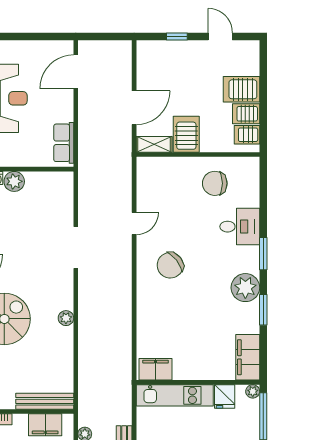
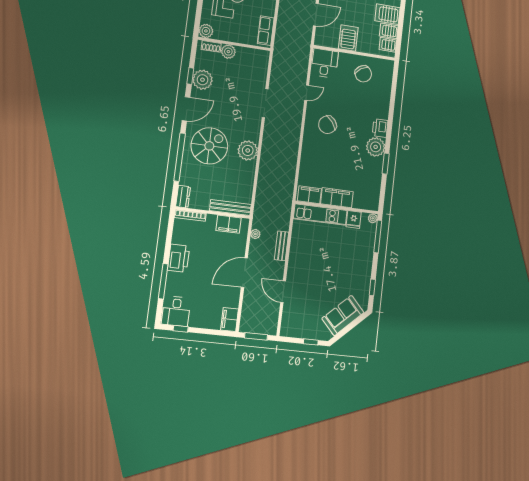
shelving: (154, 144) -> (326, 41), removed
chair: (215, 183) -> (363, 74), turned -123
desk: (240, 227) -> (325, 63), moved, turned -90
window: (263, 254) -> (390, 126), removed
printer: (249, 259) -> (380, 128), added
plant: (66, 318) -> (248, 150), width x1.88, depth x1.88
filing cabinet: (248, 357) -> (337, 198), moved, turned 90

